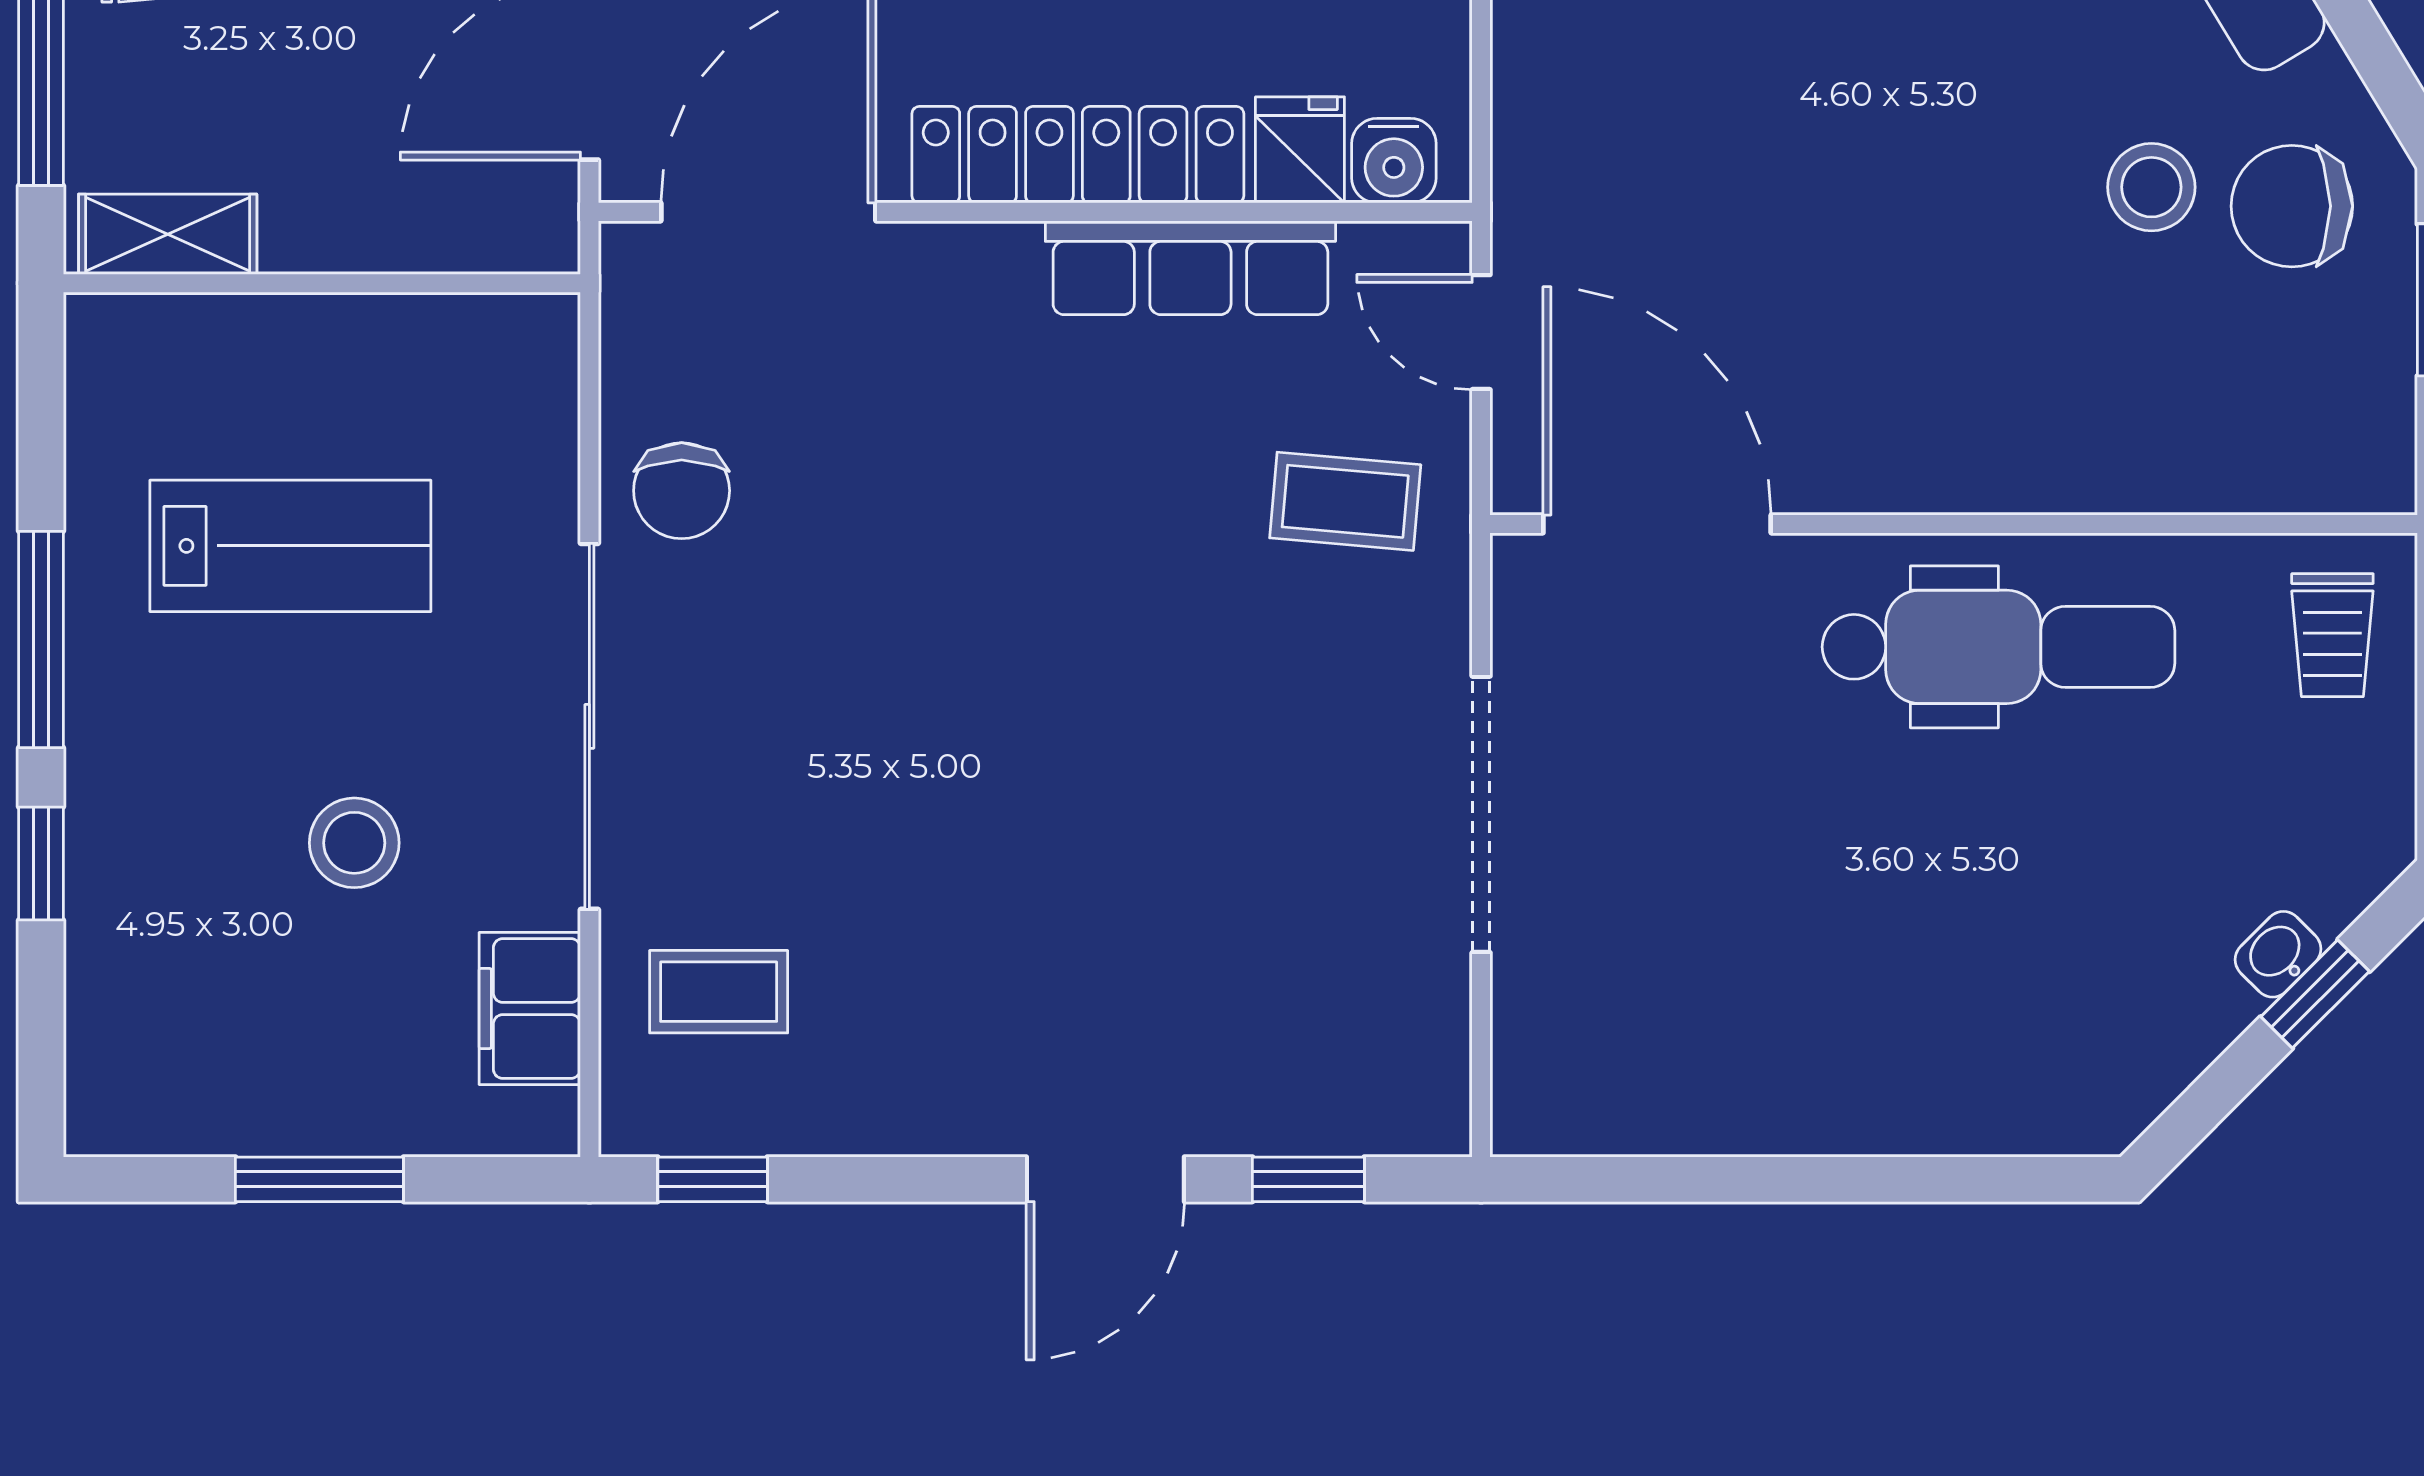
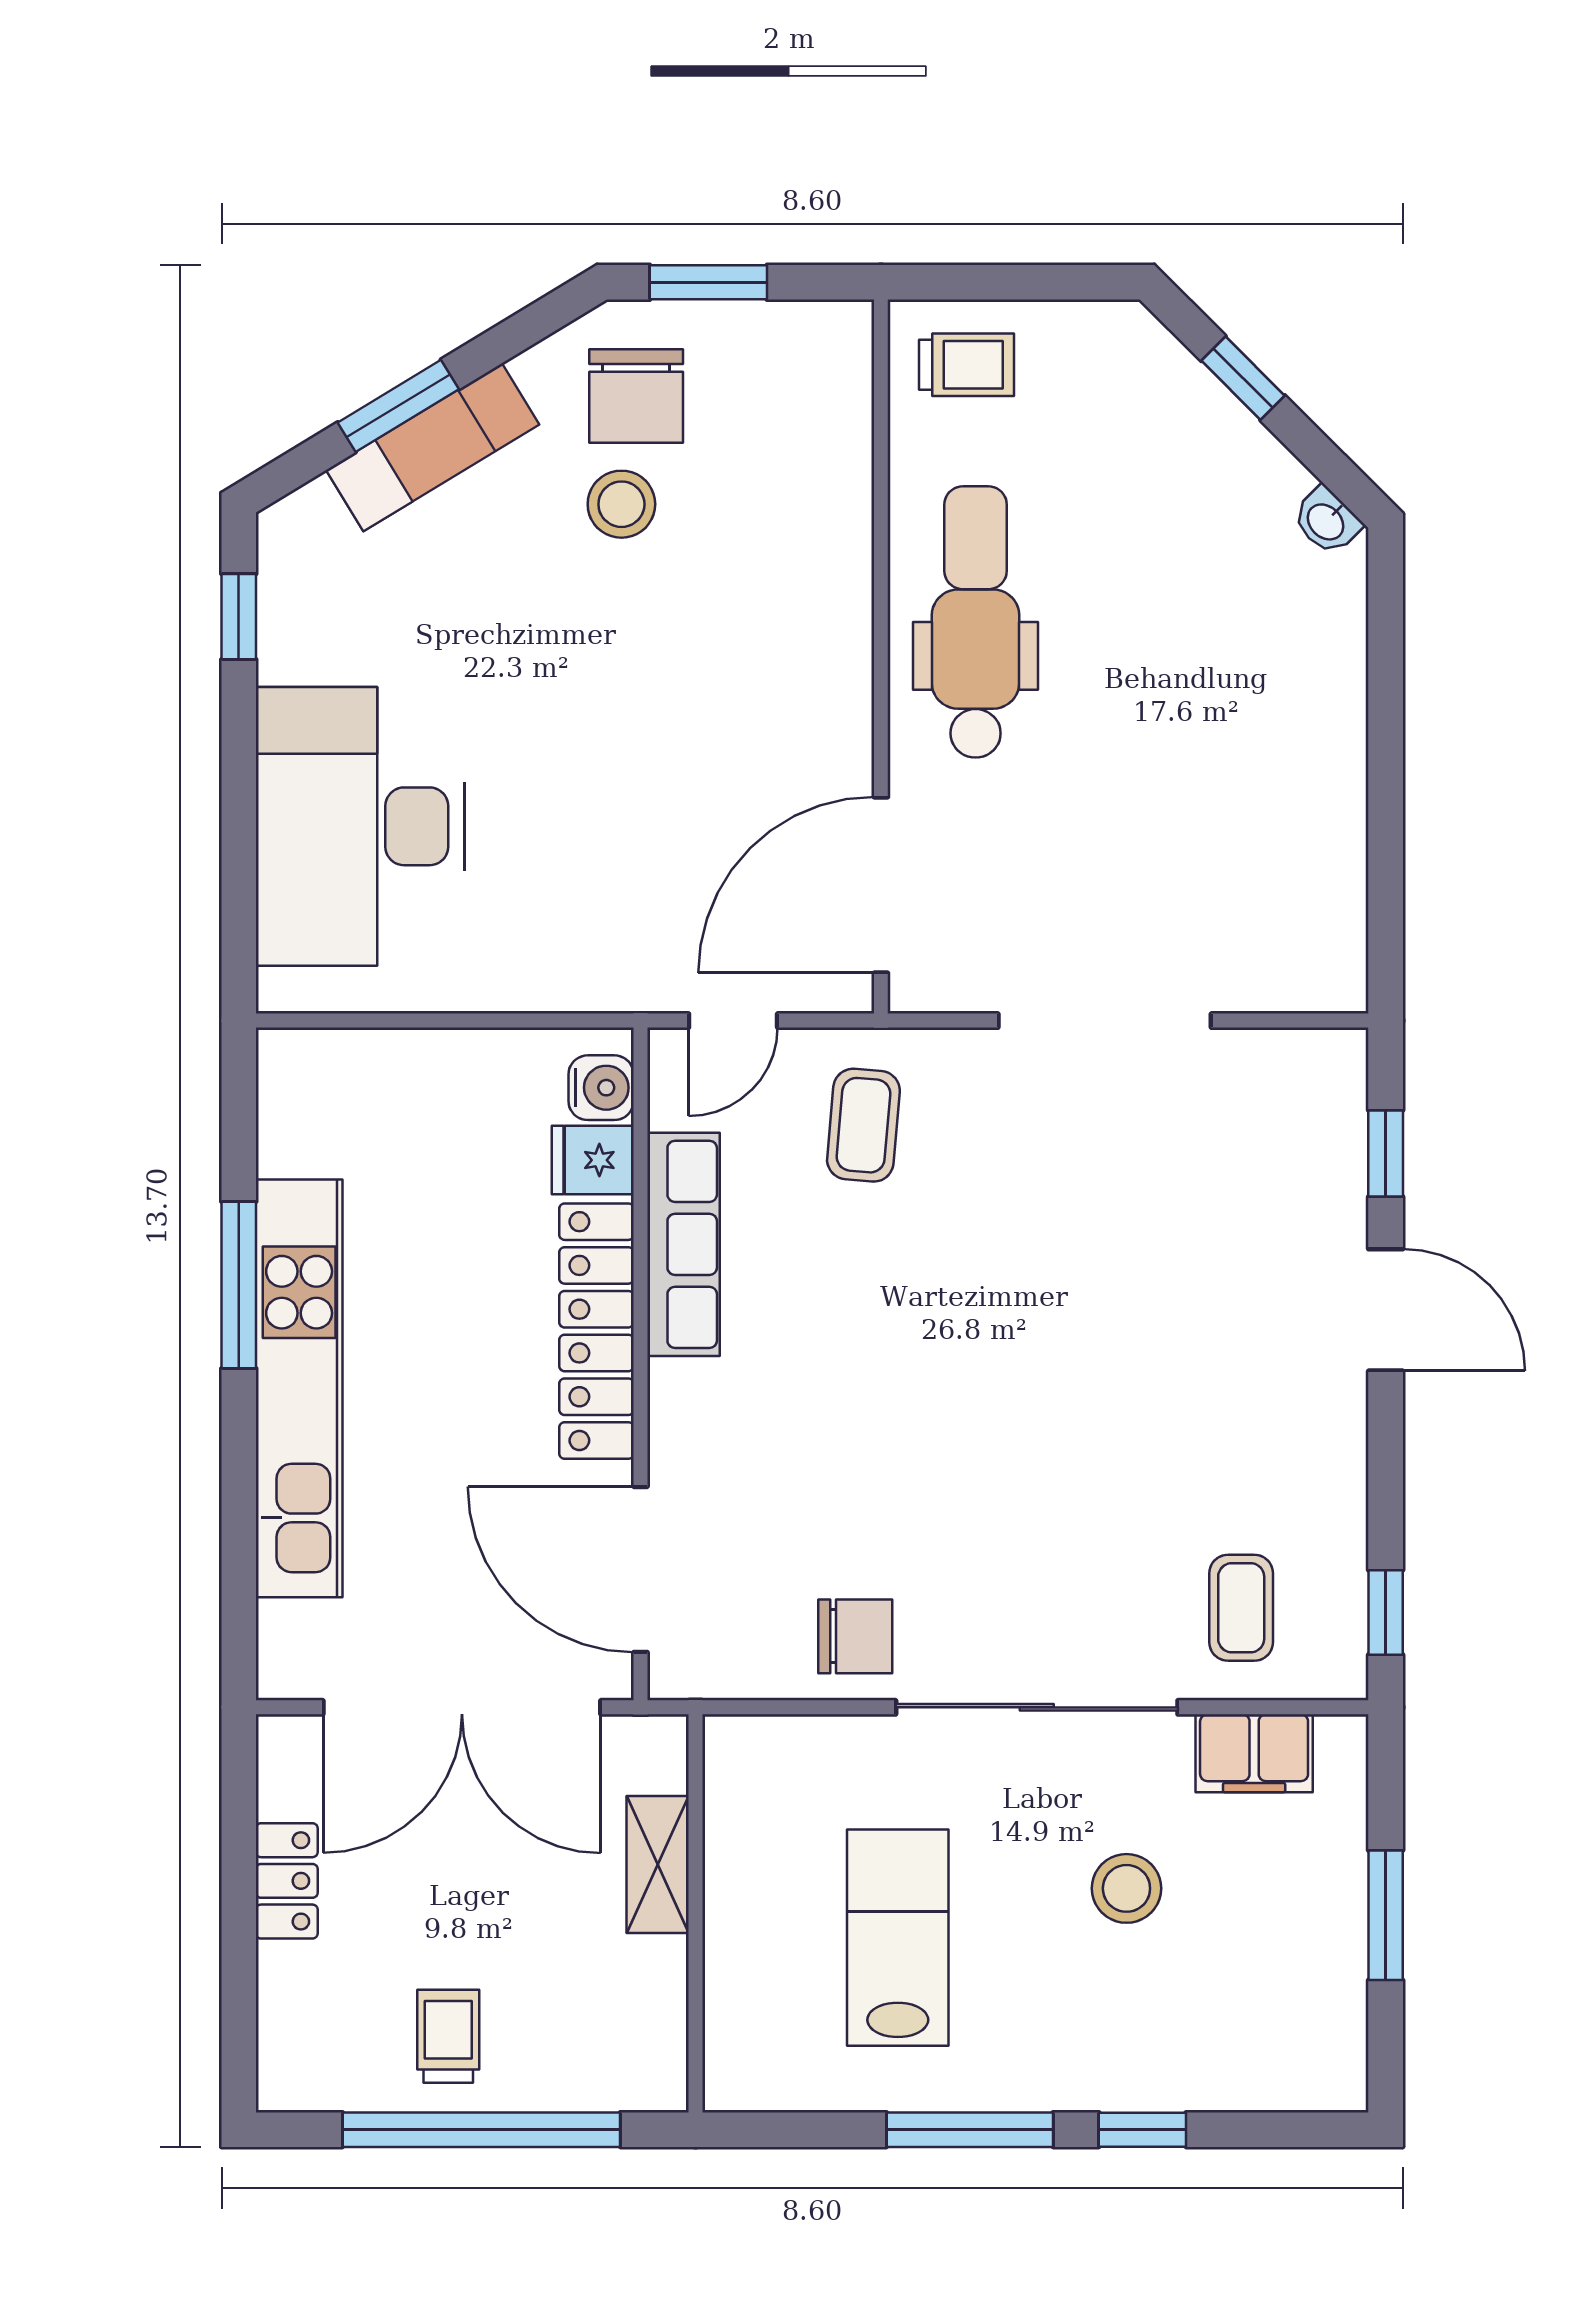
shelving: (168, 234) -> (658, 1864), moved
washbasin: (2278, 954) -> (1327, 521), moved

